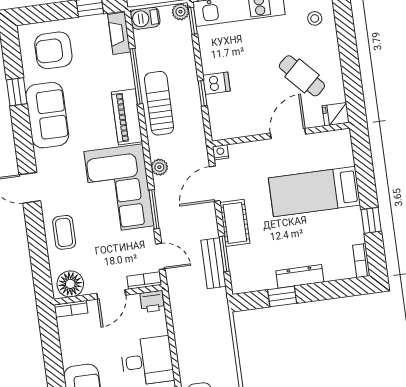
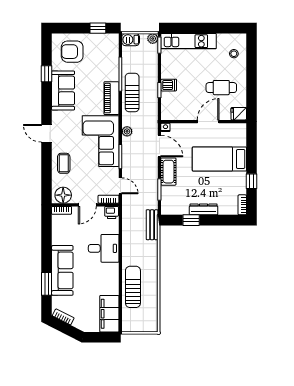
fireplace: (119, 33) -> (113, 47), removed
cafe table: (302, 76) -> (221, 88), turned -47
door: (215, 184) -> (159, 146), swing flipped
bench: (213, 263) -> (152, 225), moved

